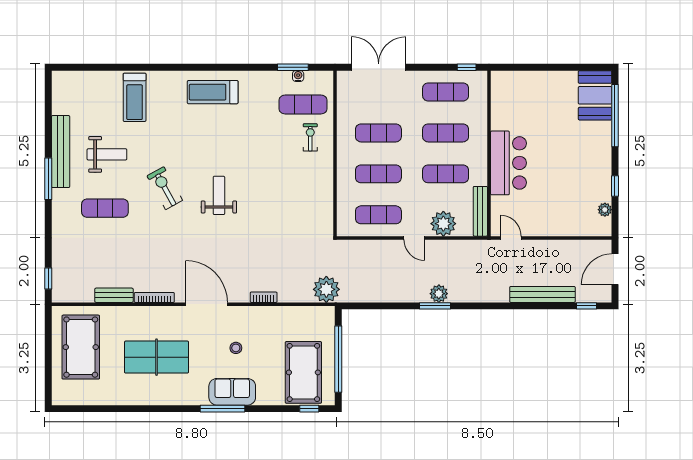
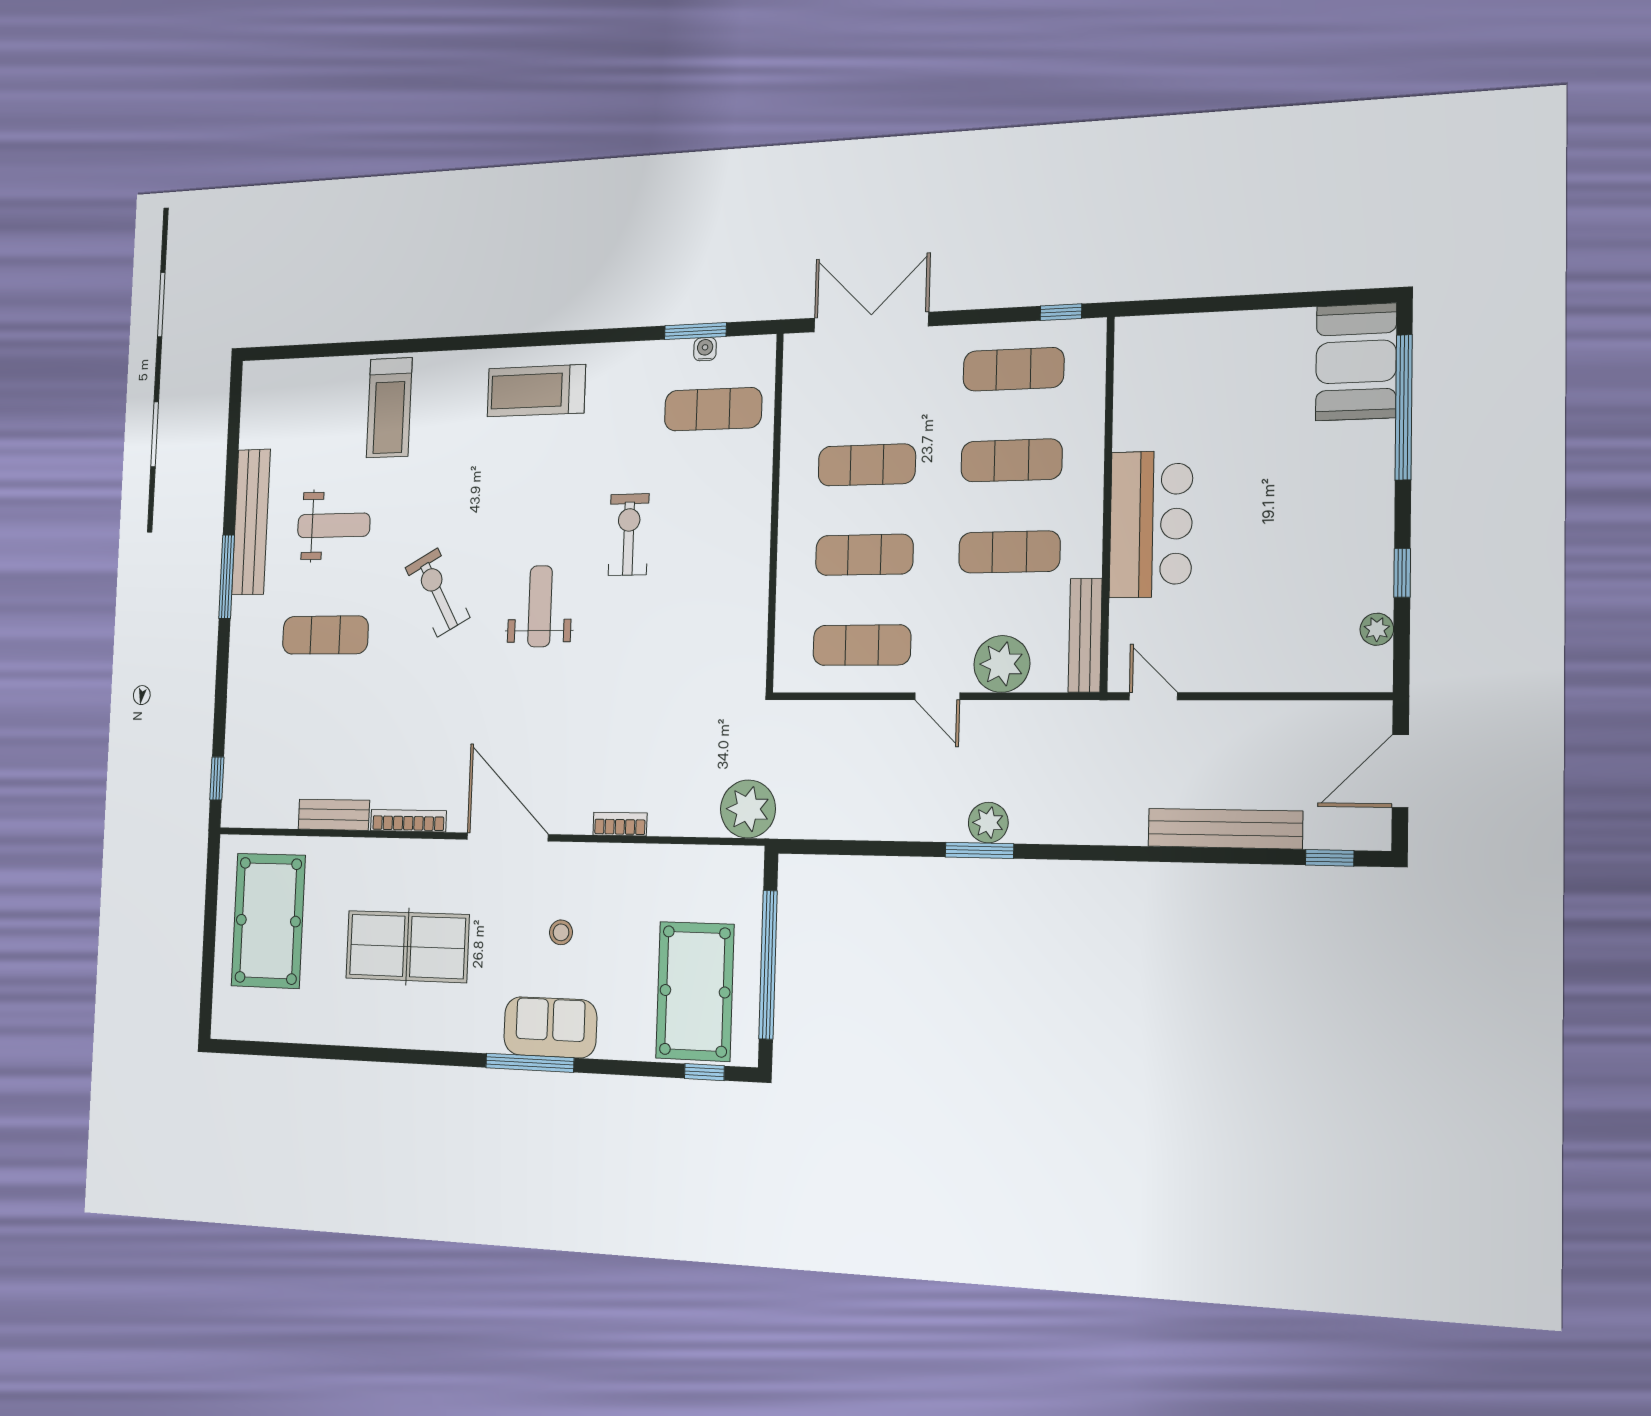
exercise bike: (310, 137) -> (629, 535), moved, width x1.38, depth x1.39

